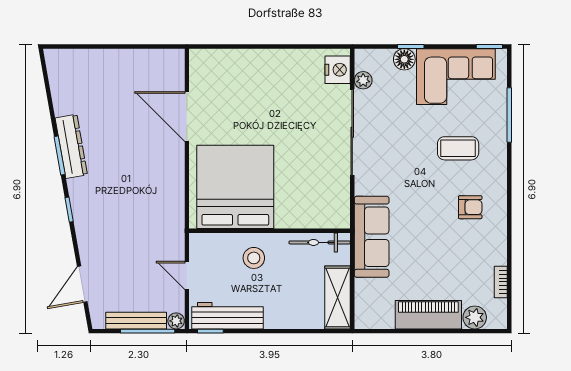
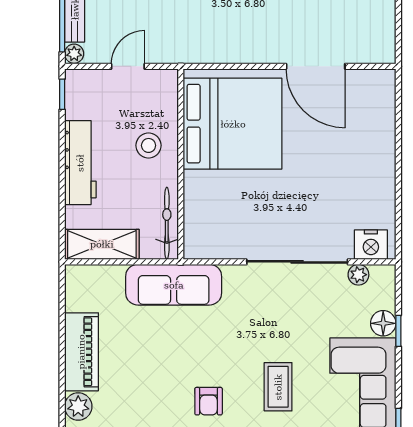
door: (187, 117) -> (316, 66), swing flipped
workbench: (228, 316) -> (80, 163), moved

